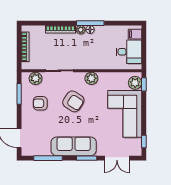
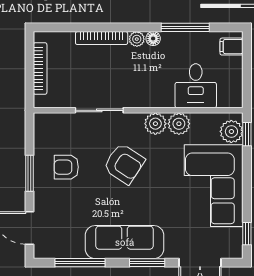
window: (90, 23) -> (185, 27), moved
desk: (129, 52) -> (196, 86), moved, turned 90
plant: (36, 78) -> (179, 124), moved
window: (19, 94) -> (30, 173), moved

